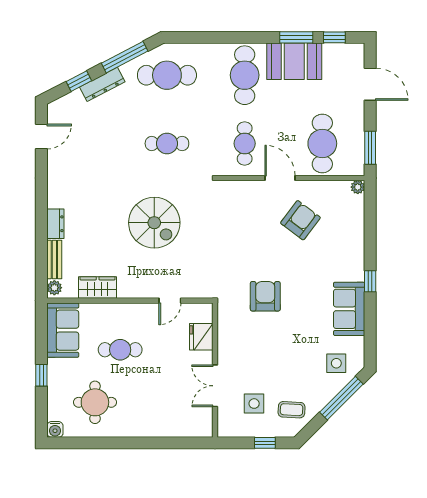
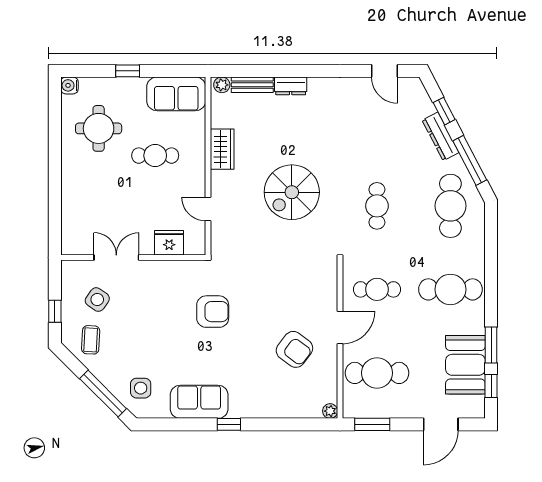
booth: (294, 61) -> (465, 365), moved
wardrobe: (98, 287) -> (222, 149), moved
cafe table: (120, 350) -> (155, 156), turned 90
side table: (254, 404) -> (97, 300), turned 35

